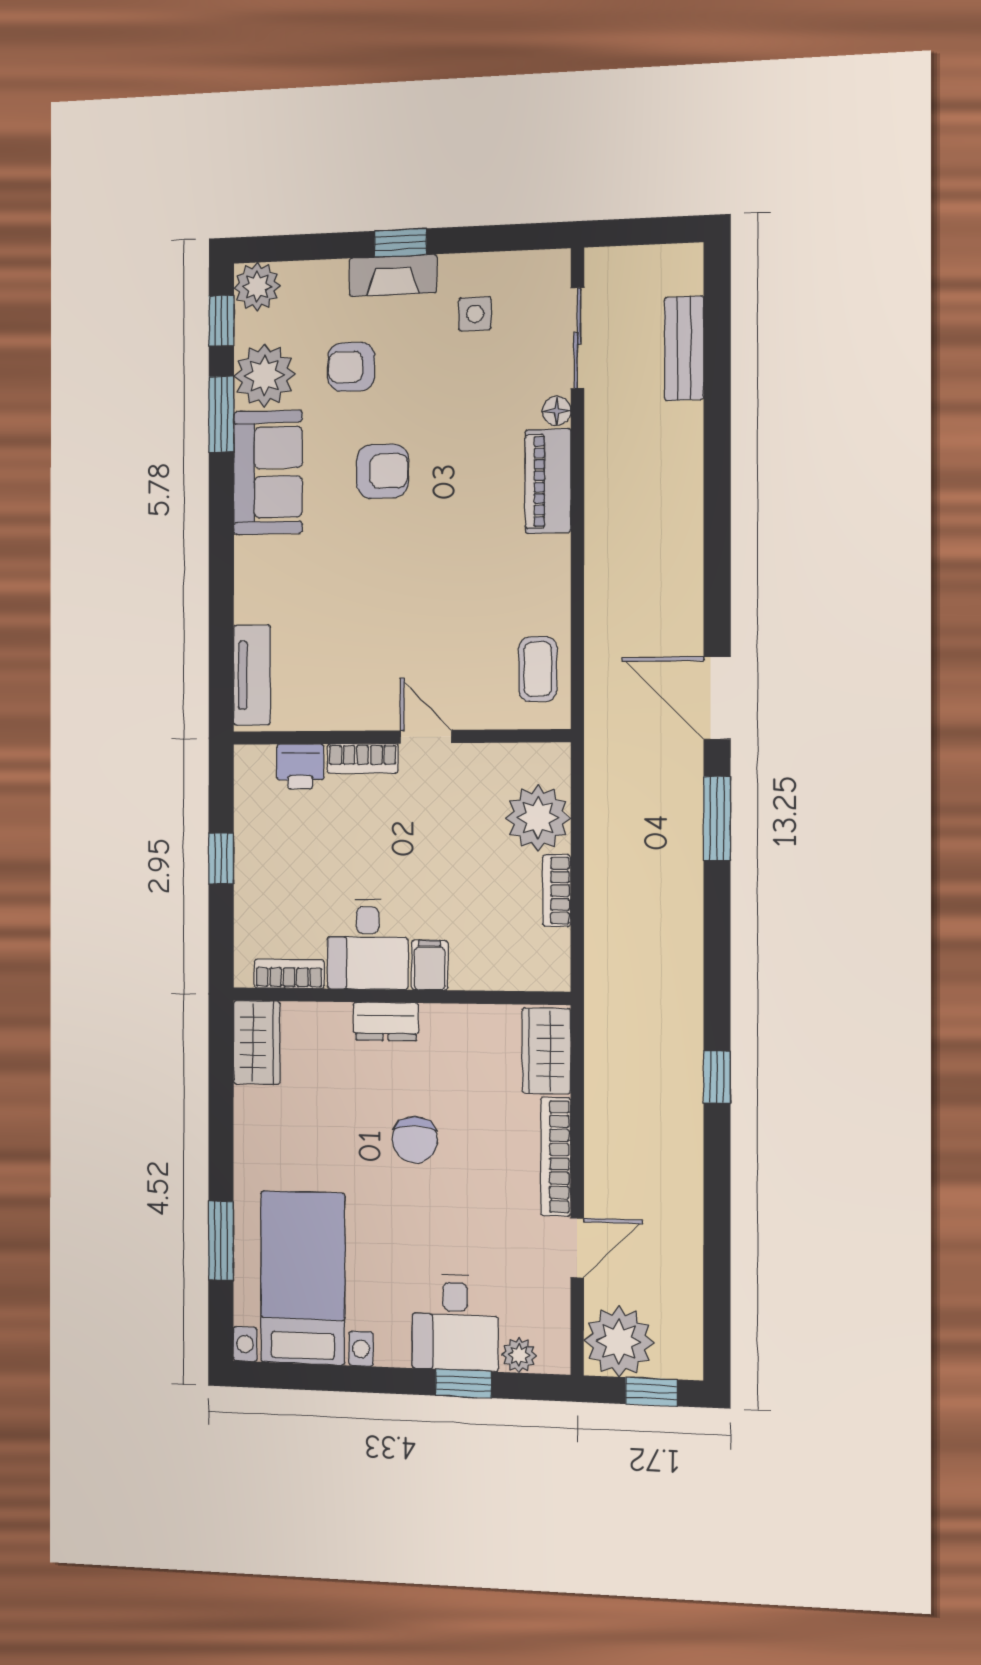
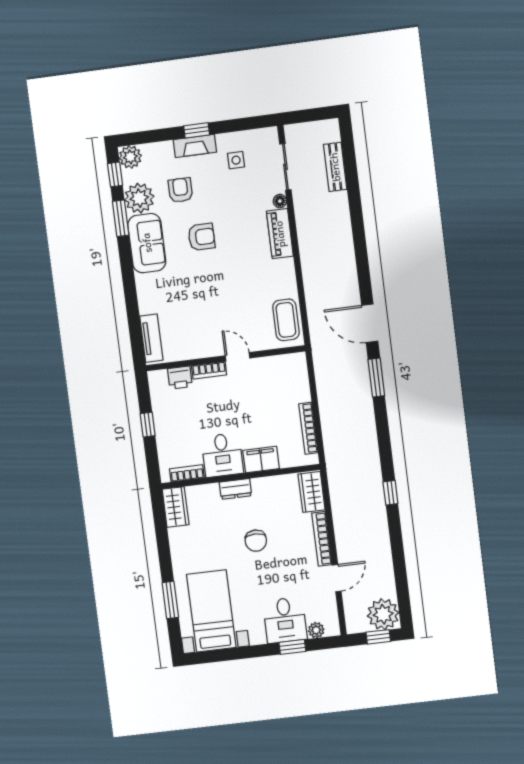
armchair: (351, 367) -> (180, 190), turned 90
coffee table: (538, 669) -> (286, 320), width x1.36, depth x1.30
plant: (538, 818) -> (294, 387), removed
bookcase: (557, 891) -> (308, 428), width x1.56
filing cabinet: (430, 965) -> (261, 460), width x2.00
plant: (619, 1342) -> (383, 614), moved

